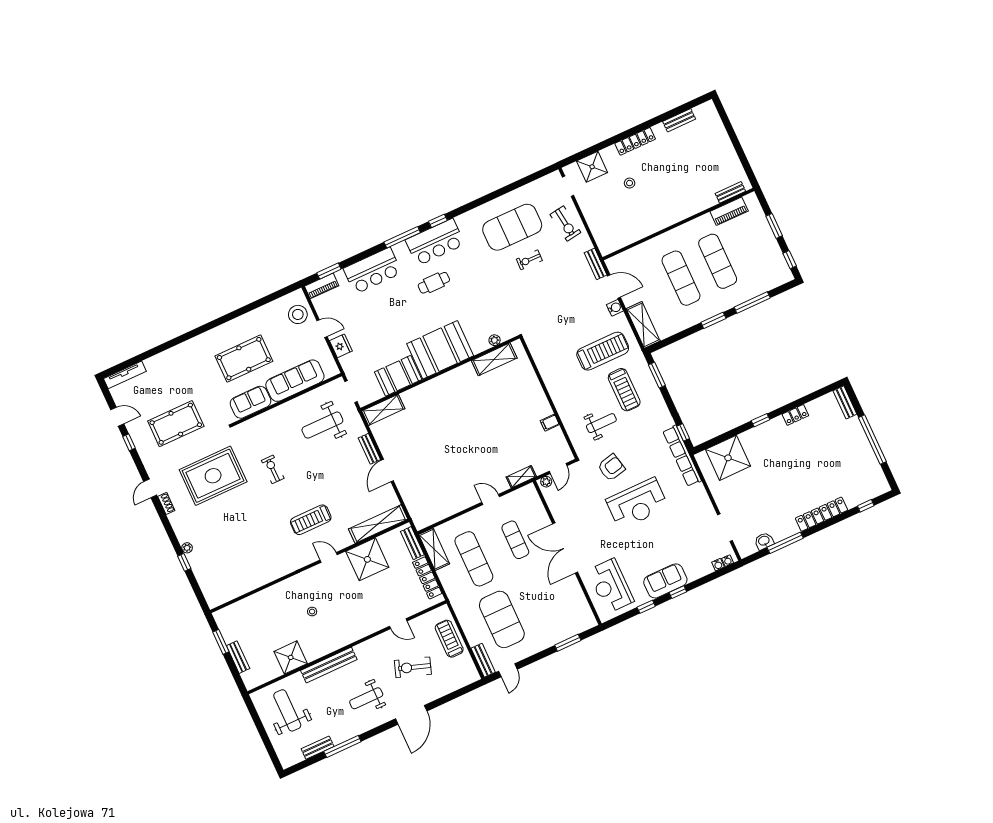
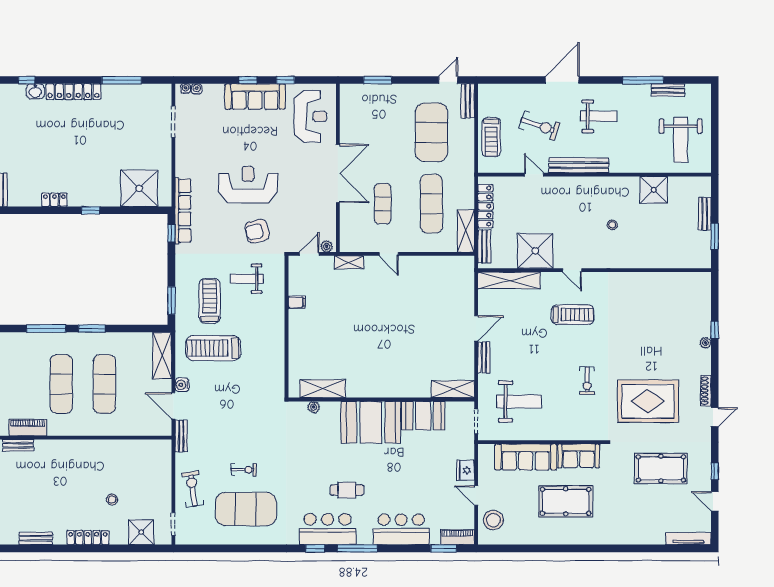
shoe rack: (166, 503) -> (706, 391), width x1.43
washbasin: (764, 541) -> (35, 91), moved
sofa: (665, 581) -> (255, 97), width x1.36
bench: (329, 665) -> (579, 165), moved

